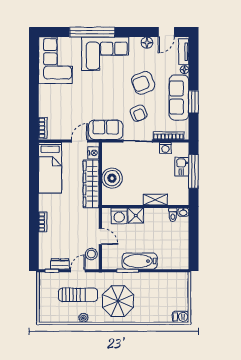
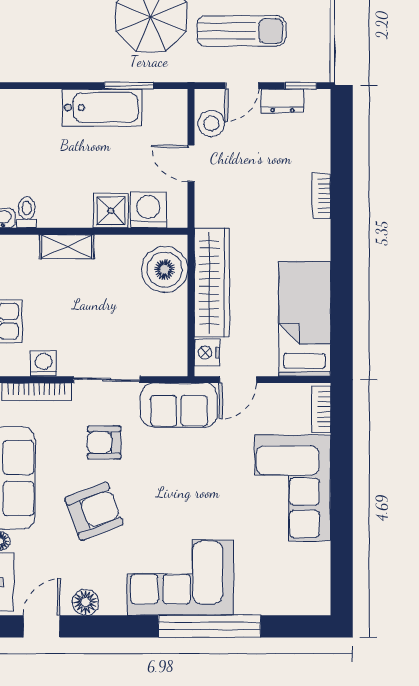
corner sofa: (55, 60) -> (293, 488), moved
armchair: (139, 113) -> (104, 443), turned -68
boiler: (112, 178) -> (165, 270), moved
sun lounger: (78, 295) -> (241, 31), turned 180

